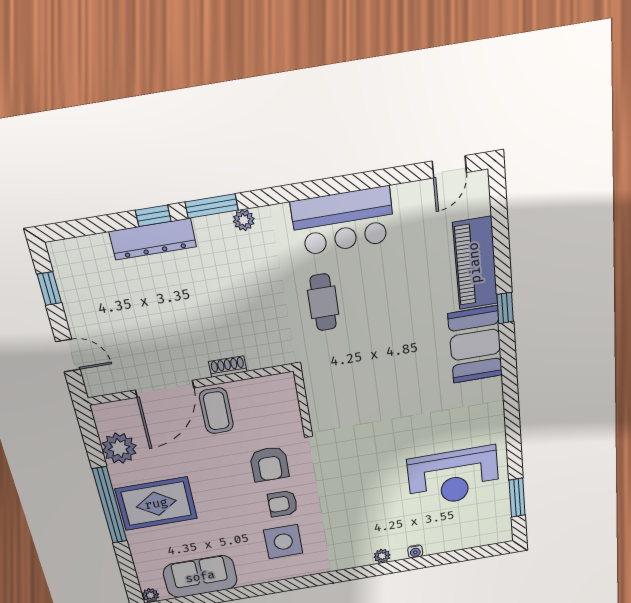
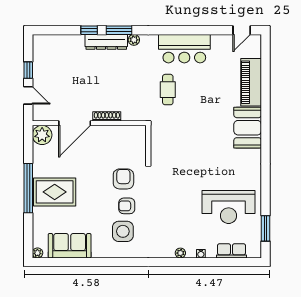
dresser: (153, 239) -> (106, 42), moved
window: (49, 289) -> (28, 70), moved
window: (505, 308) -> (266, 110), removed
shoe rack: (228, 367) -> (107, 116), width x1.43
coffee table: (216, 411) -> (100, 141), removed
plant: (119, 448) -> (42, 135), moved
armchair: (269, 464) -> (123, 179), turned 180
row of seats: (464, 539) -> (231, 251), added

